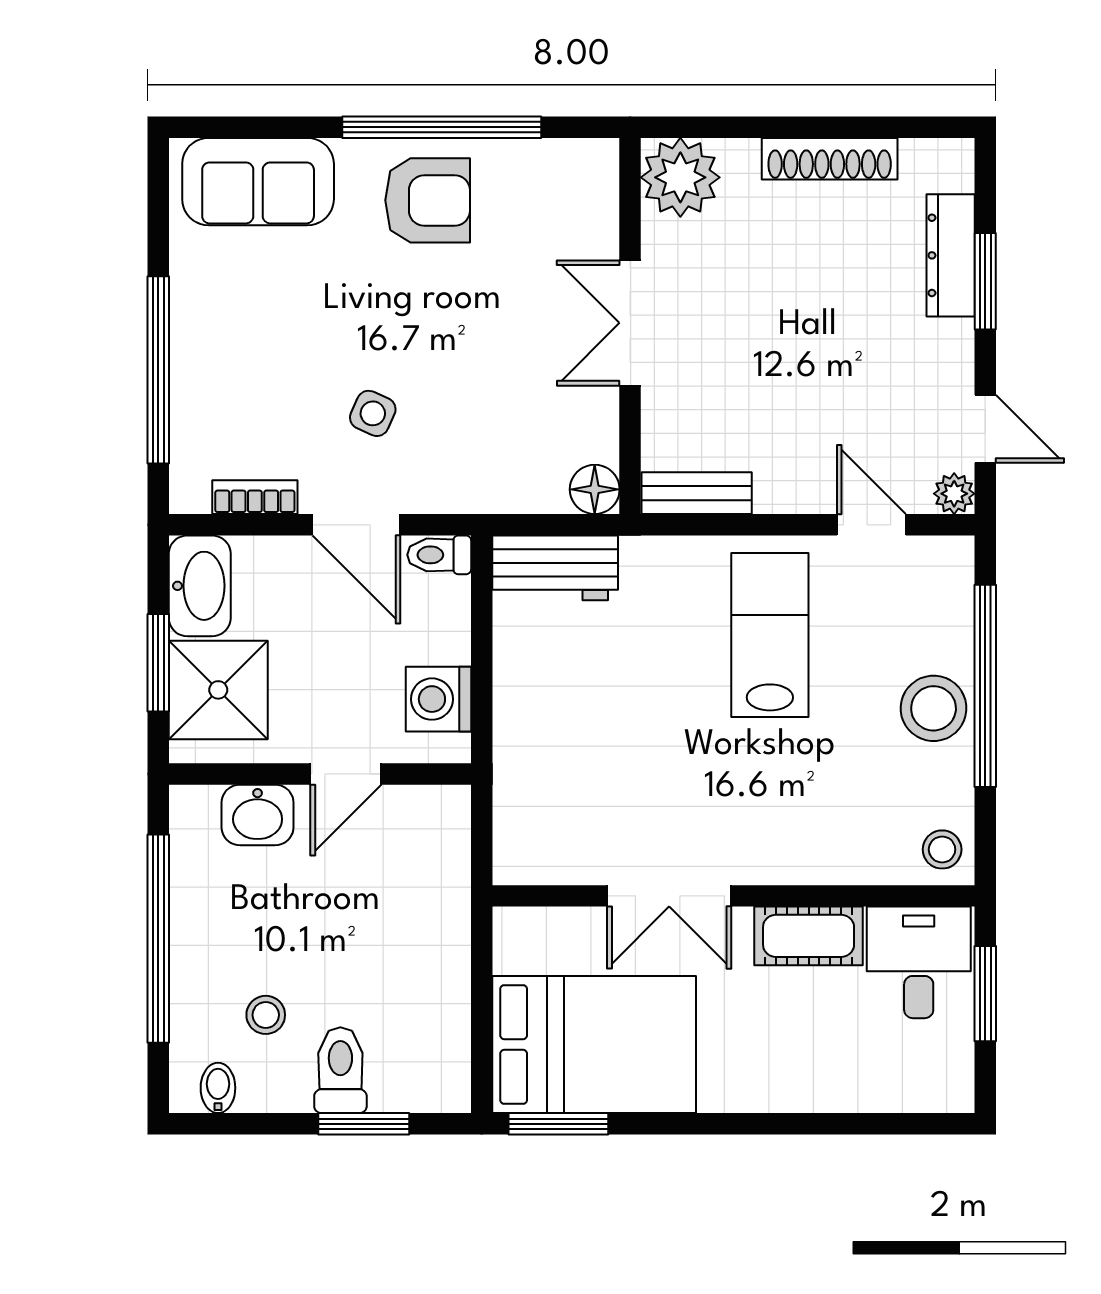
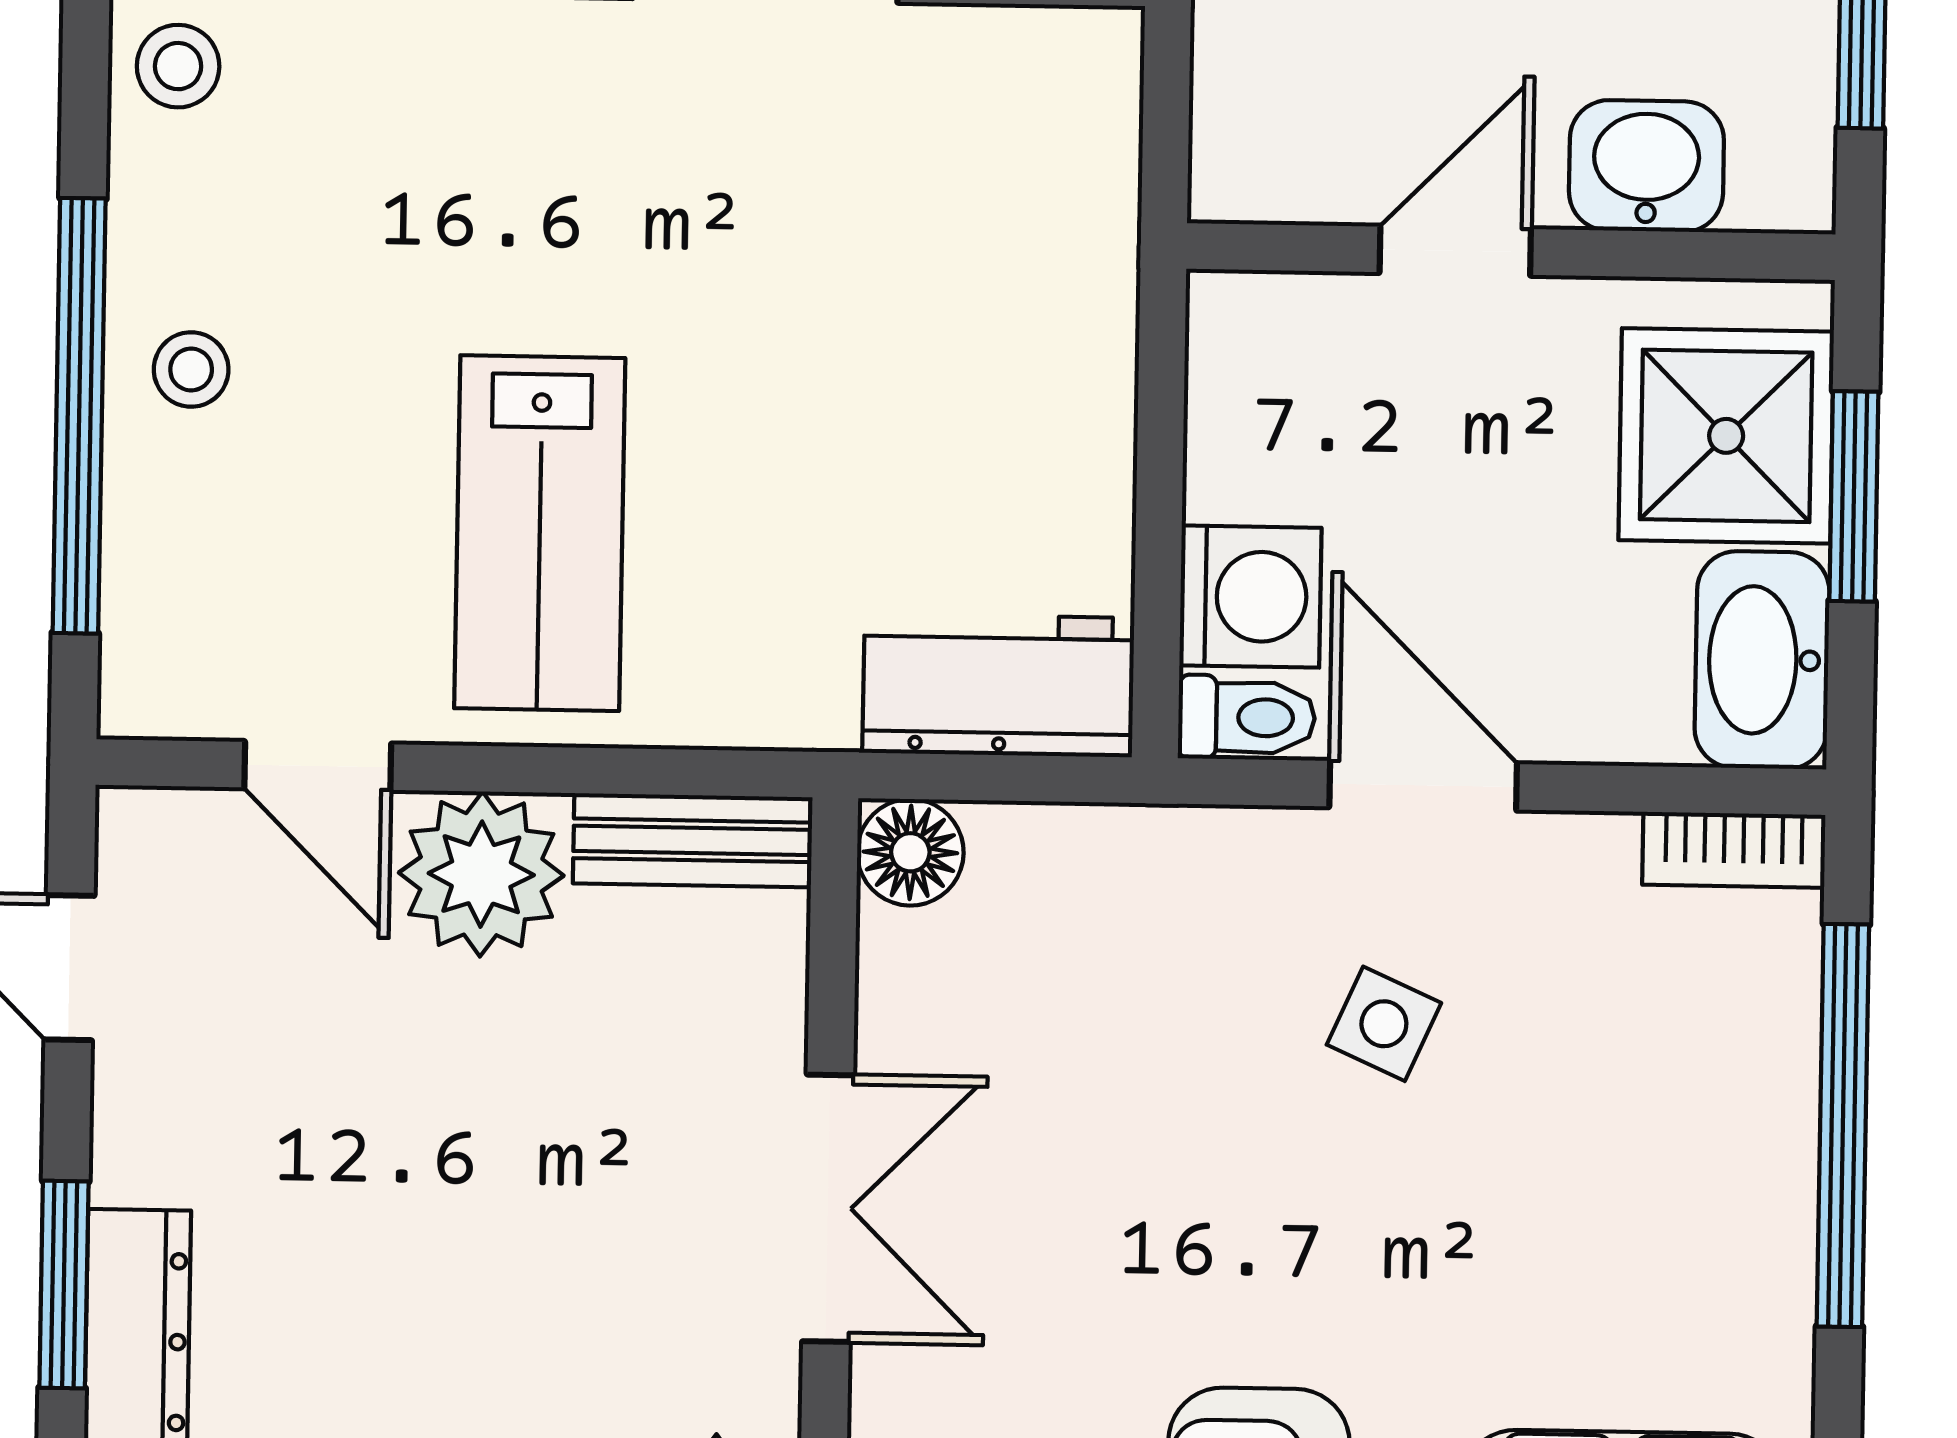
plant: (954, 494) -> (481, 874), moved, width x1.87, depth x1.87
bookcase: (255, 497) -> (1734, 850), moved
washing machine: (438, 699) -> (1250, 597), moved
stool: (934, 708) -> (191, 369), width x0.53, depth x0.53

